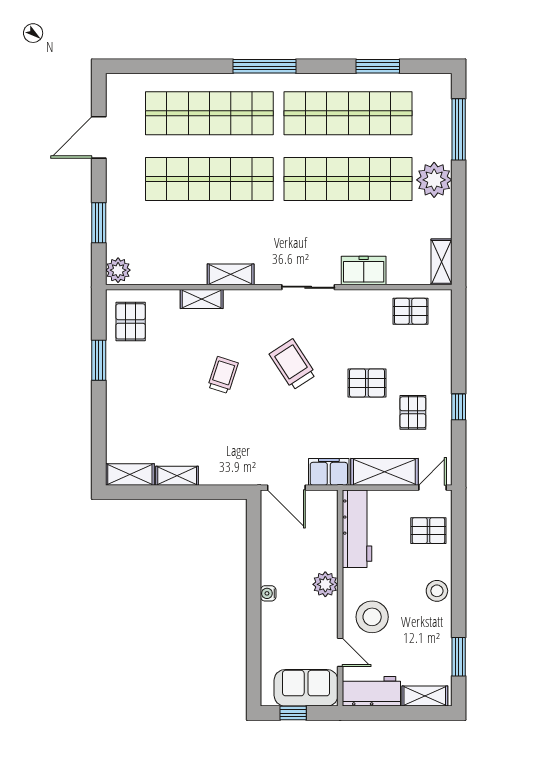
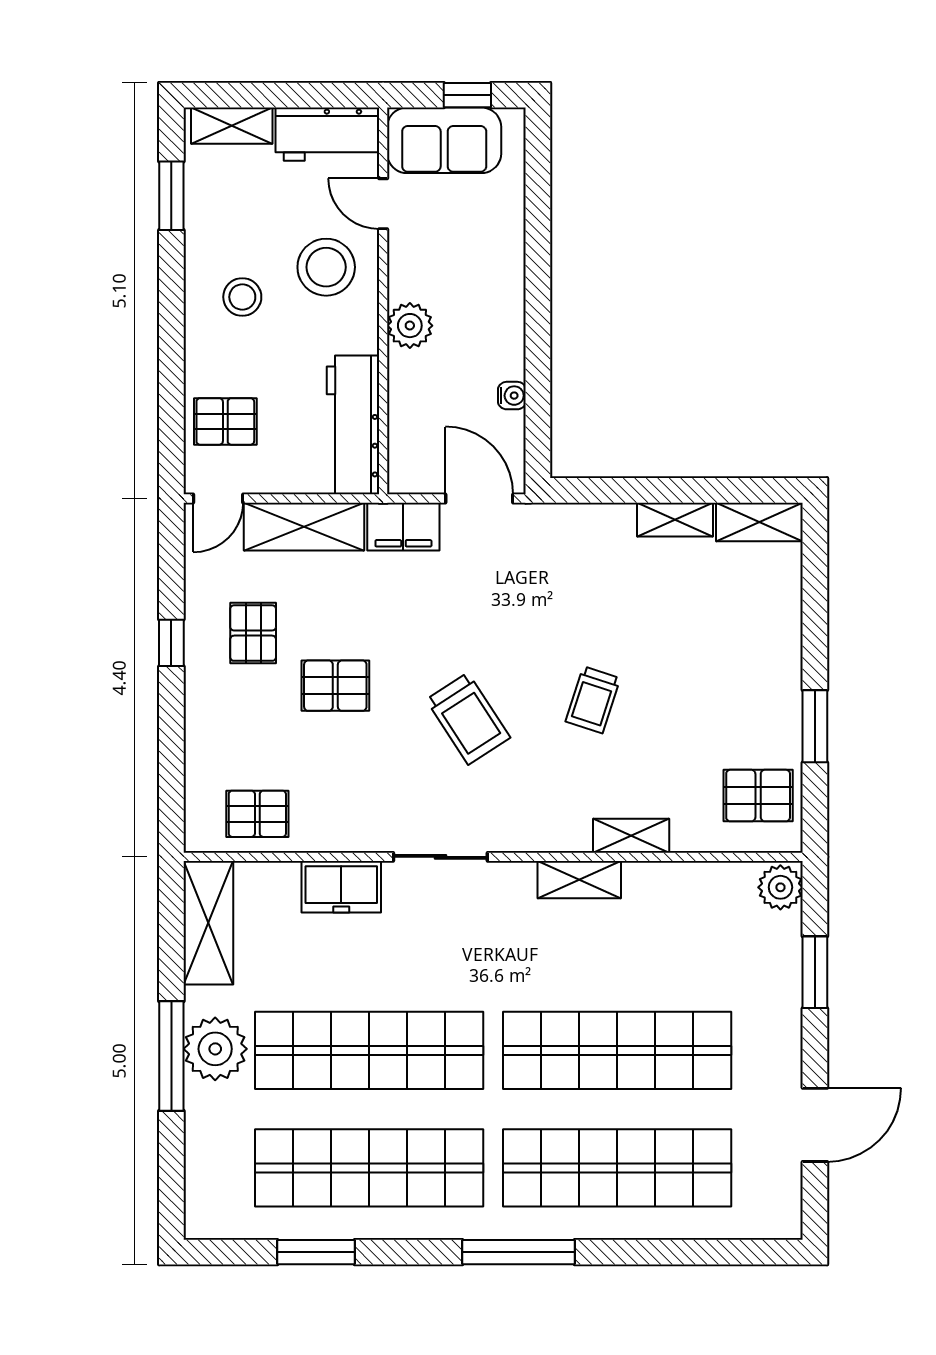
window: (459, 129) -> (171, 1056), moved
shelving: (441, 262) -> (208, 923), width x1.50, depth x1.33
pallet: (131, 321) -> (758, 796), turned 90
stool: (437, 591) -> (242, 297), moved
water cooler: (268, 593) -> (512, 396), moved

